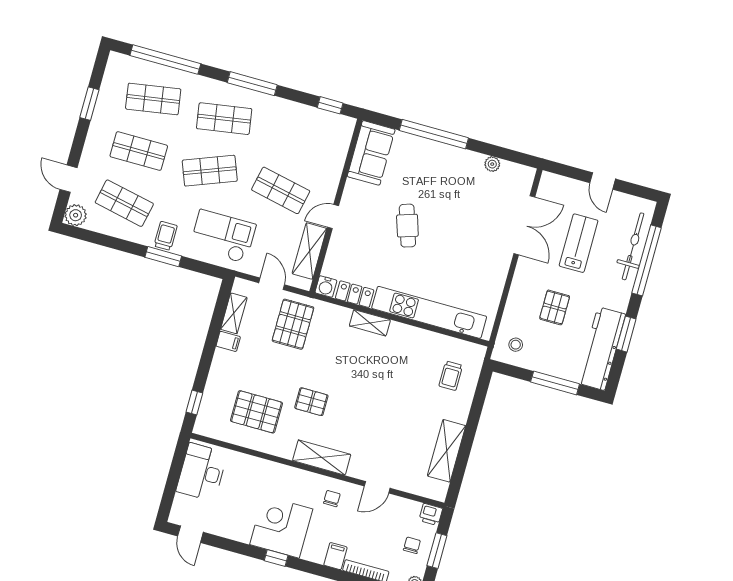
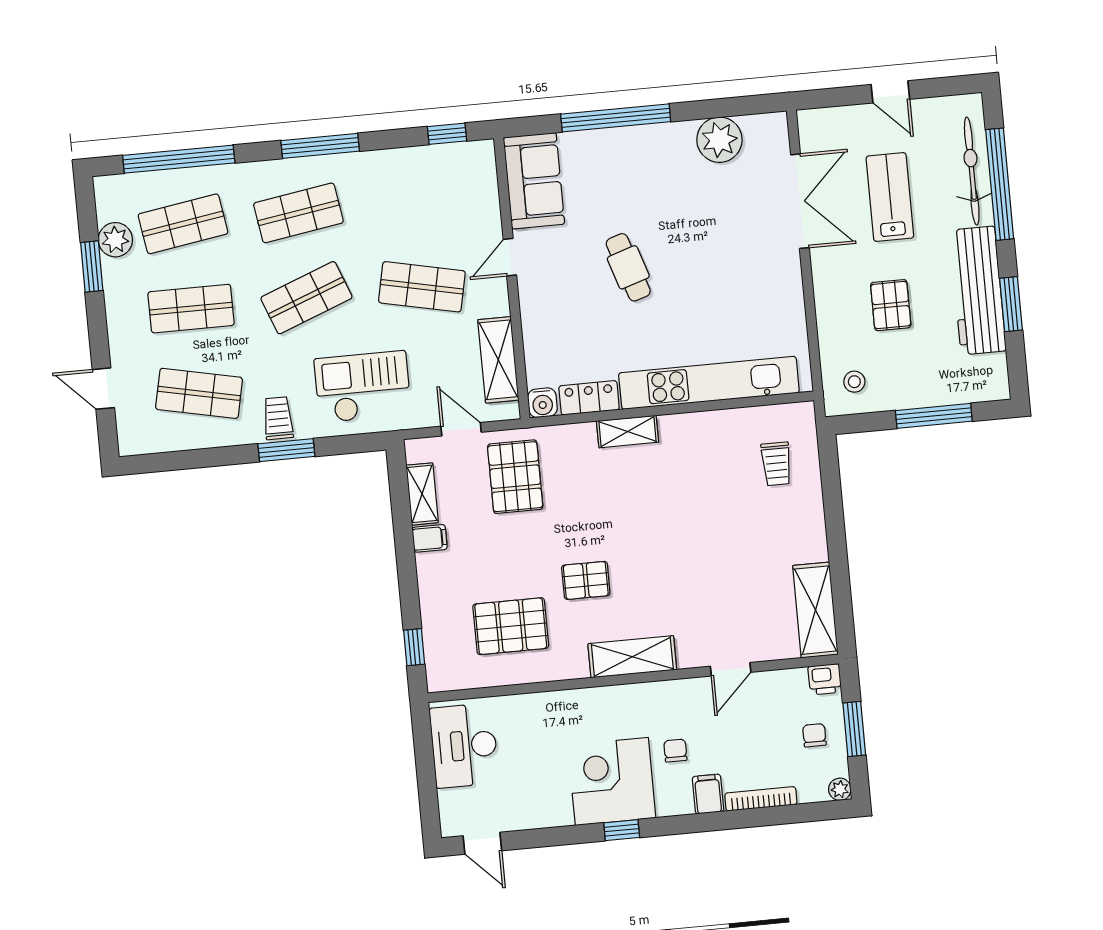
plant: (492, 164) -> (719, 140), width x1.88, depth x1.88
plant: (76, 215) -> (115, 240), moved
door: (333, 217) -> (510, 257), moved
workbench: (601, 349) -> (978, 290), moved
shelving: (447, 451) -> (815, 610), moved
chair: (332, 499) -> (675, 751), moved

